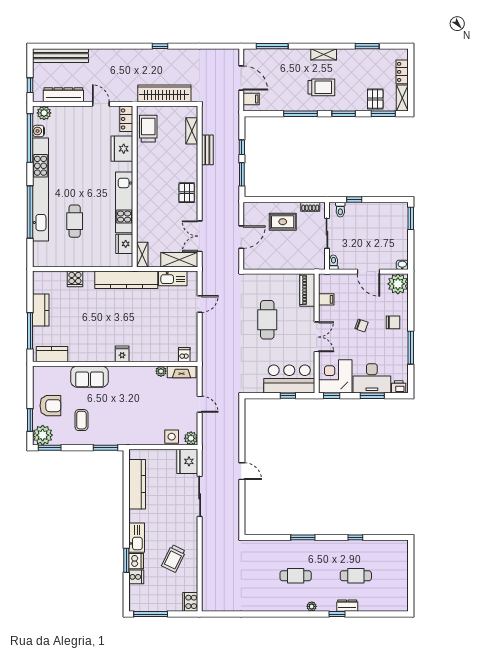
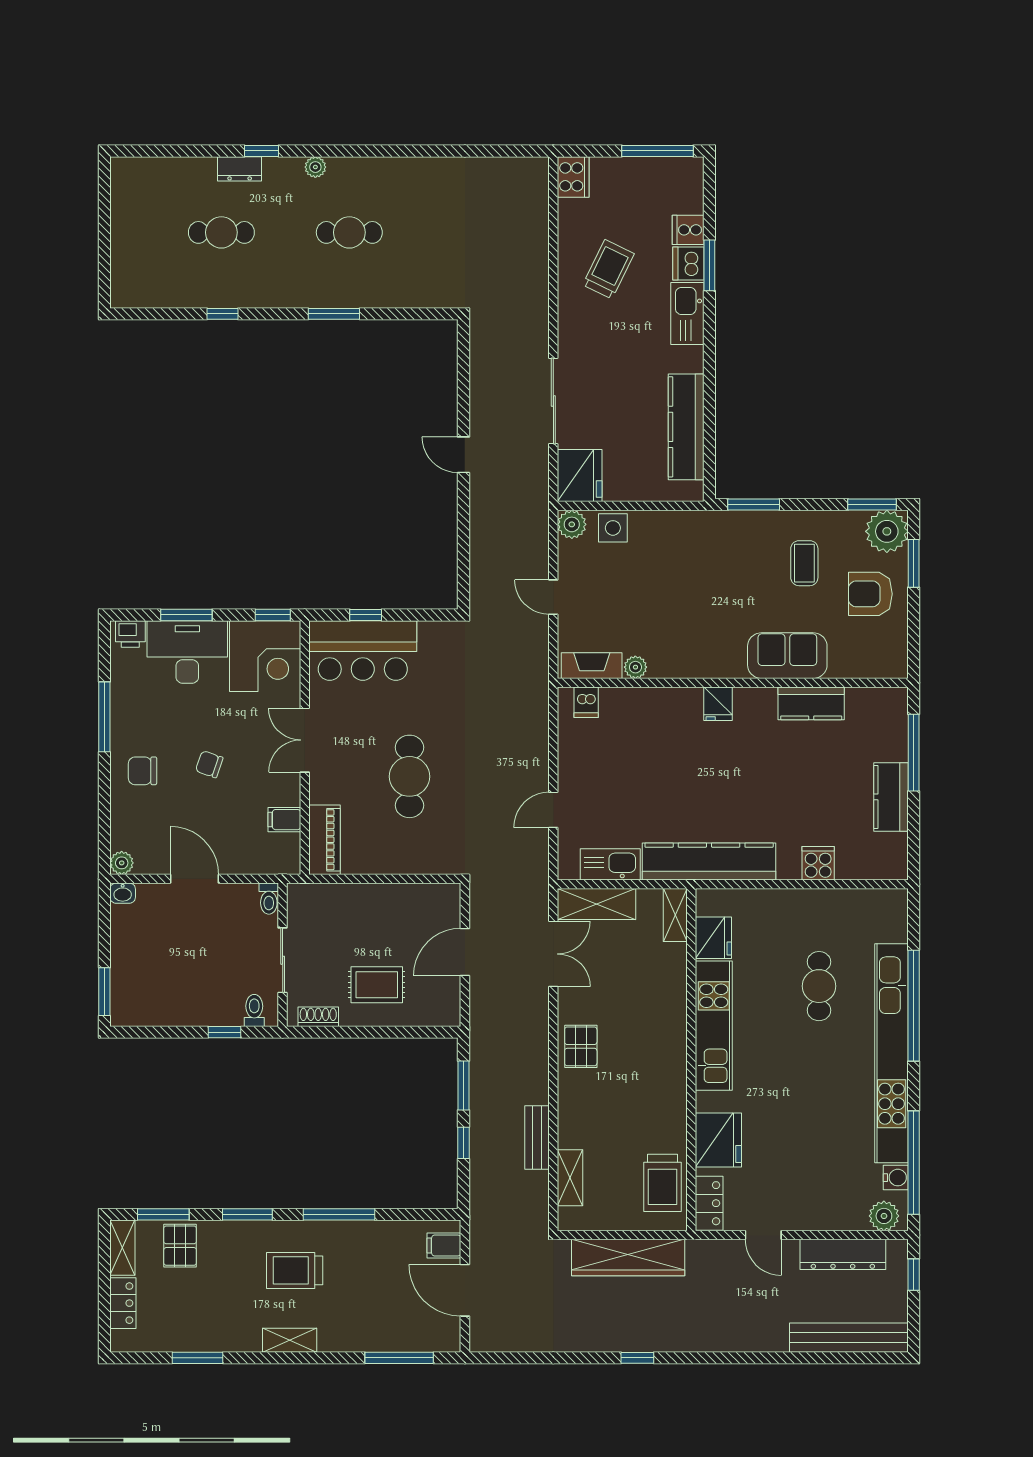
plant: (398, 284) -> (122, 863), width x0.53, depth x0.53
kitchen counter: (52, 354) -> (811, 703), moved

